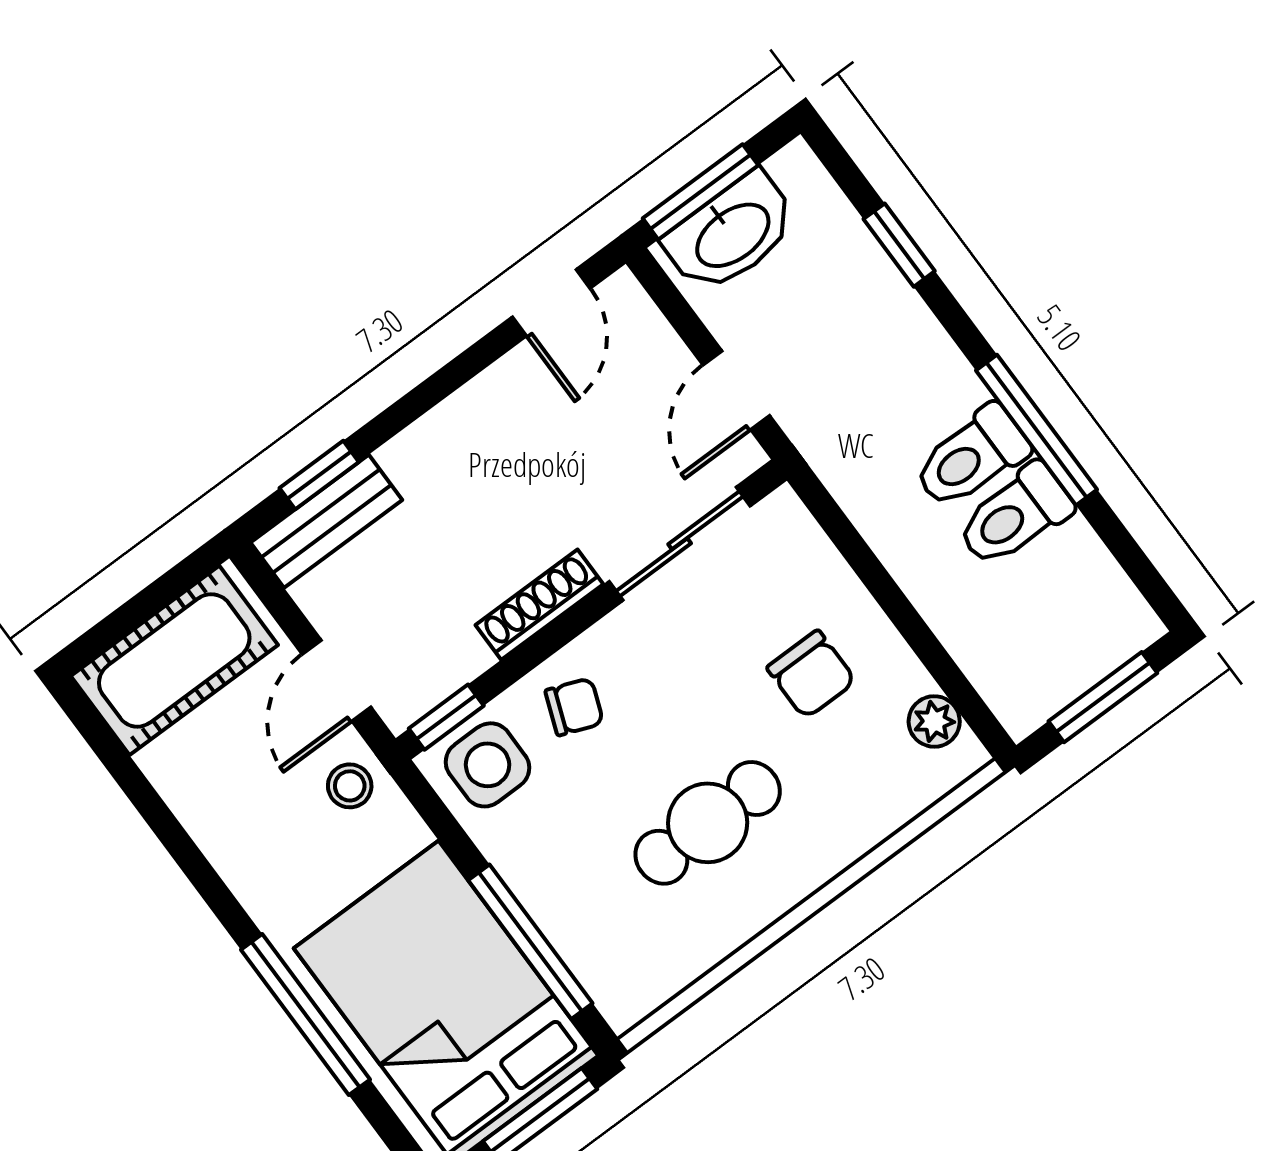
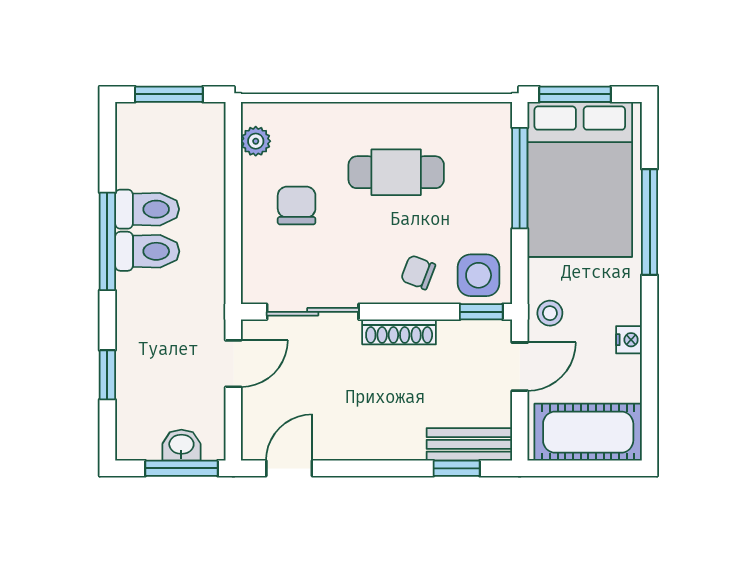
washbasin: (731, 233) -> (181, 445), width x0.52, depth x0.69
nightstand: (213, 830) -> (629, 340), added

